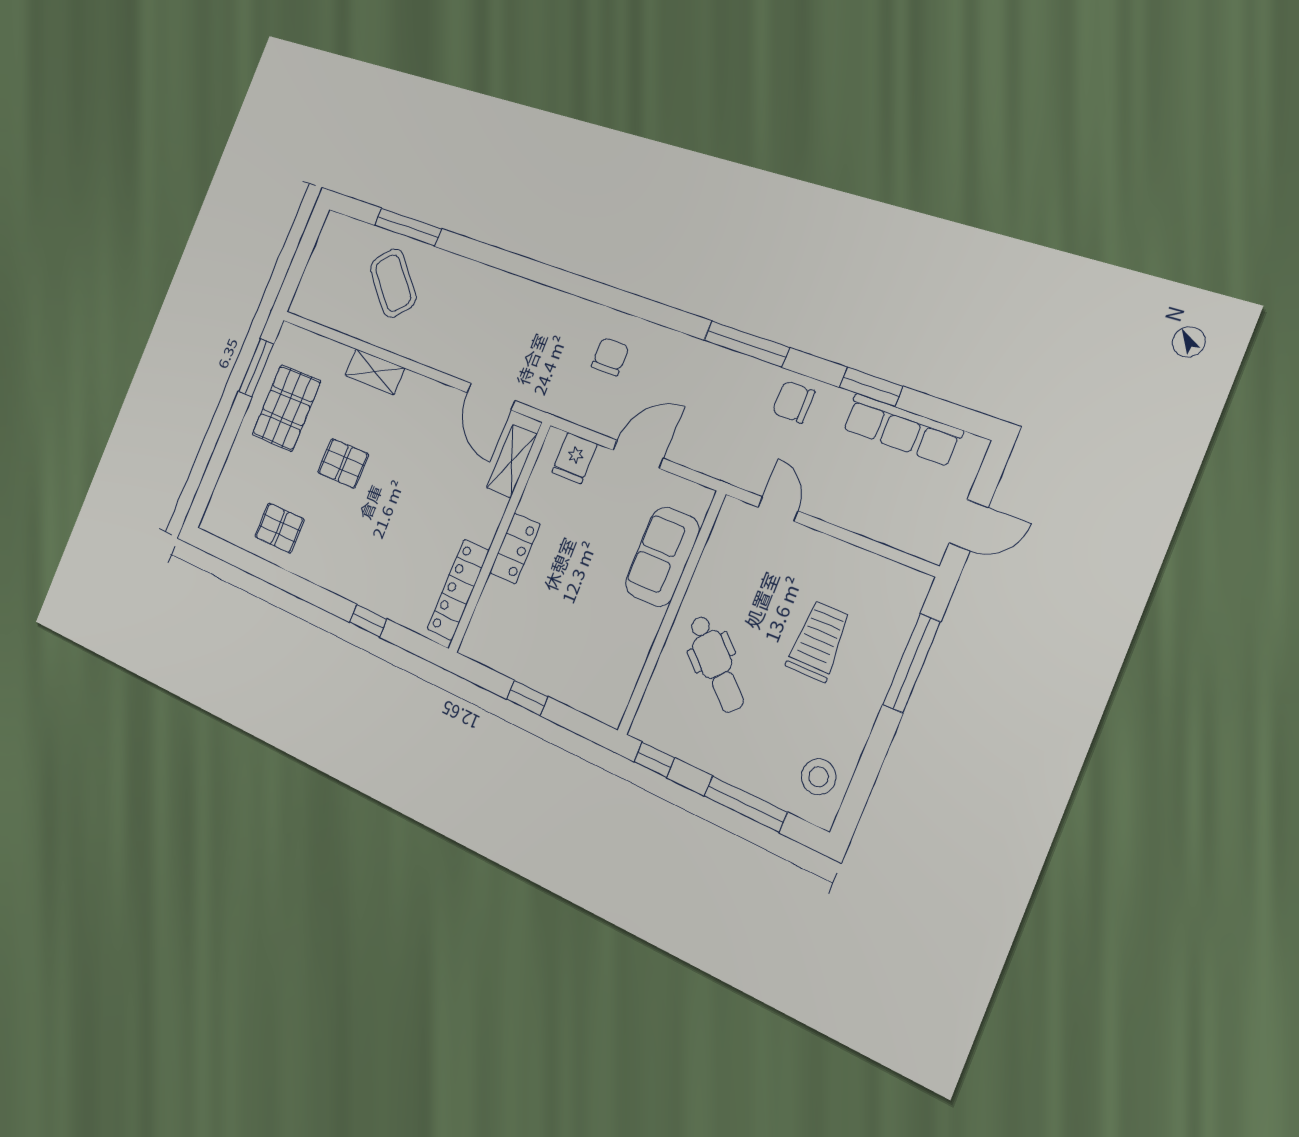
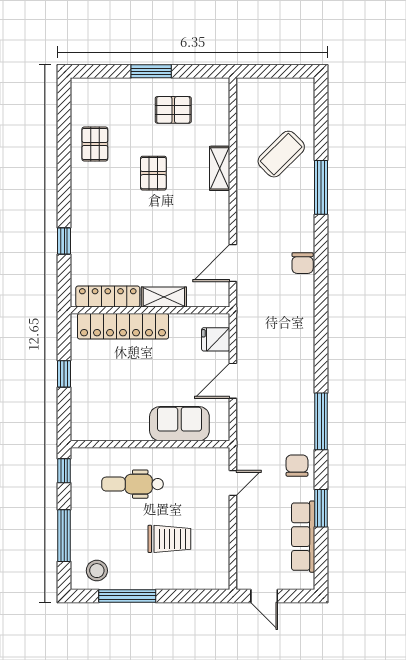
window: (408, 227) -> (321, 187), moved
chair: (610, 357) -> (303, 263), moved, turned 90
window: (256, 368) -> (151, 71), moved
pallet: (286, 408) -> (173, 110), width x0.67, depth x0.71
door: (638, 454) -> (233, 381), swing flipped
shelving: (512, 461) -> (164, 297), moved
locker: (515, 548) -> (123, 326), width x2.16, depth x1.21
window: (912, 663) -> (127, 596), moved
dental chair: (716, 664) -> (133, 484), turned 48

